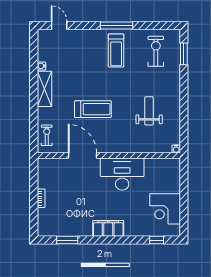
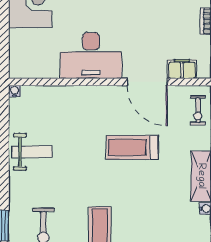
weight bench: (149, 111) -> (32, 152), moved, turned -90
filing cabinet: (58, 165) -> (182, 69), added

